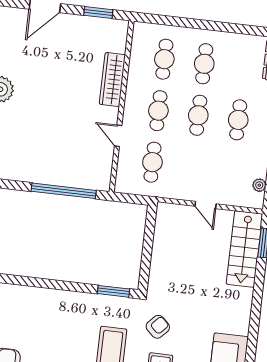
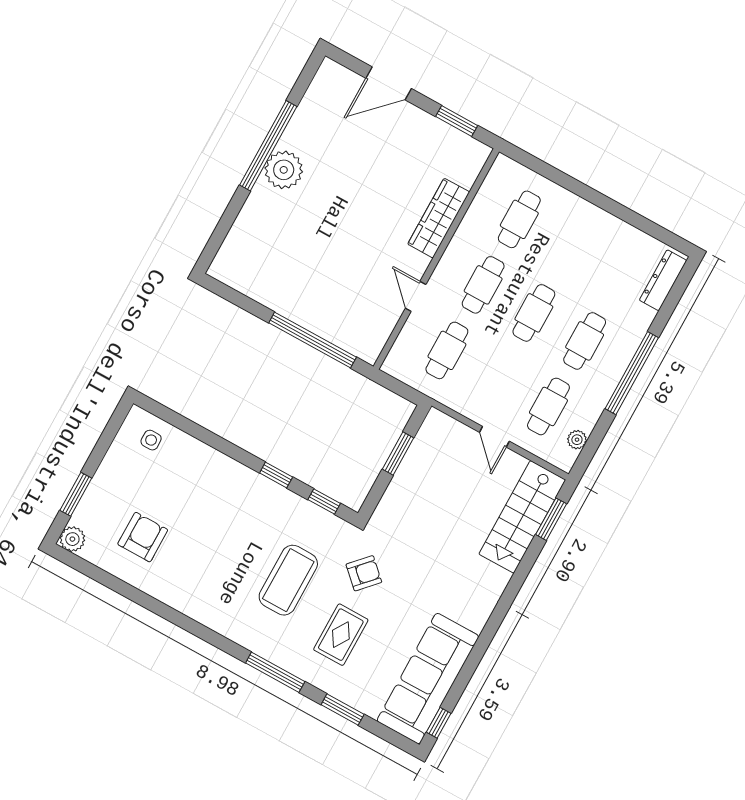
cafe table: (204, 64) -> (548, 406), moved
window: (148, 241) -> (398, 453), added
window: (76, 287) -> (276, 475), added
window: (114, 291) -> (324, 502), width x0.67

